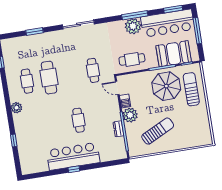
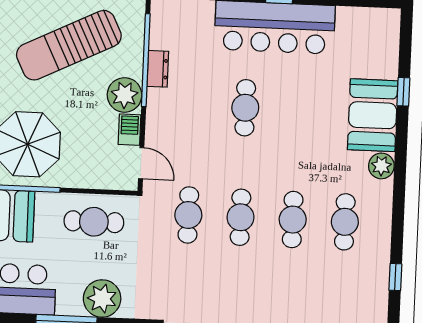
plant: (133, 26) -> (102, 299), moved
cafe table: (71, 74) -> (240, 217), added
cafe table: (49, 78) -> (293, 220), width x0.73, depth x0.74
booth: (25, 128) -> (373, 115), added
sun lounger: (158, 131) -> (69, 45), width x1.36, depth x1.34

